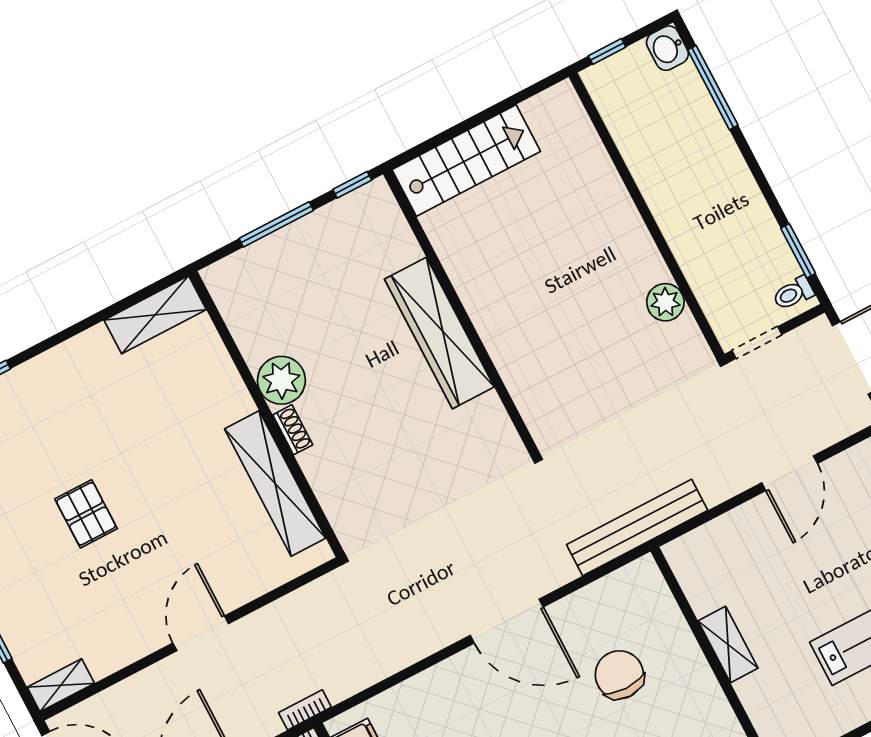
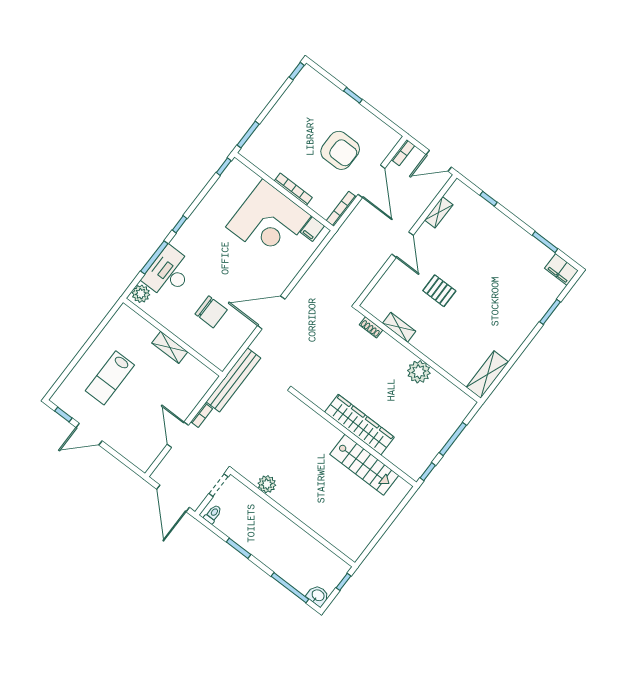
stairs: (466, 161) -> (364, 465), moved, turned -90
window: (798, 251) -> (239, 548), moved
shoe rack: (293, 430) -> (371, 327), moved
shelving: (275, 483) -> (399, 327), width x0.45, depth x0.75
pallet: (86, 514) -> (439, 291), moved
shelving: (61, 685) -> (439, 212), moved
bookcase: (305, 710) -> (202, 415), moved

